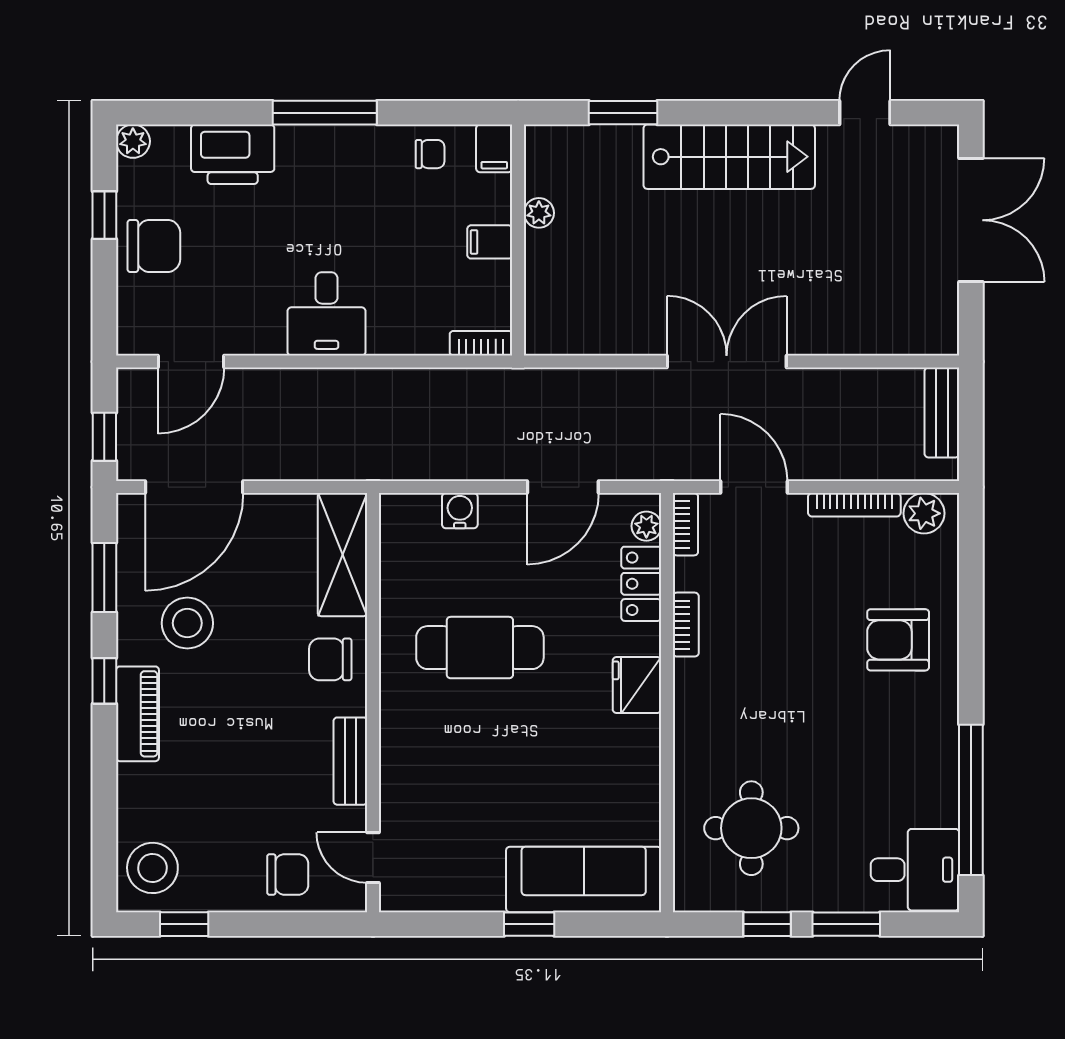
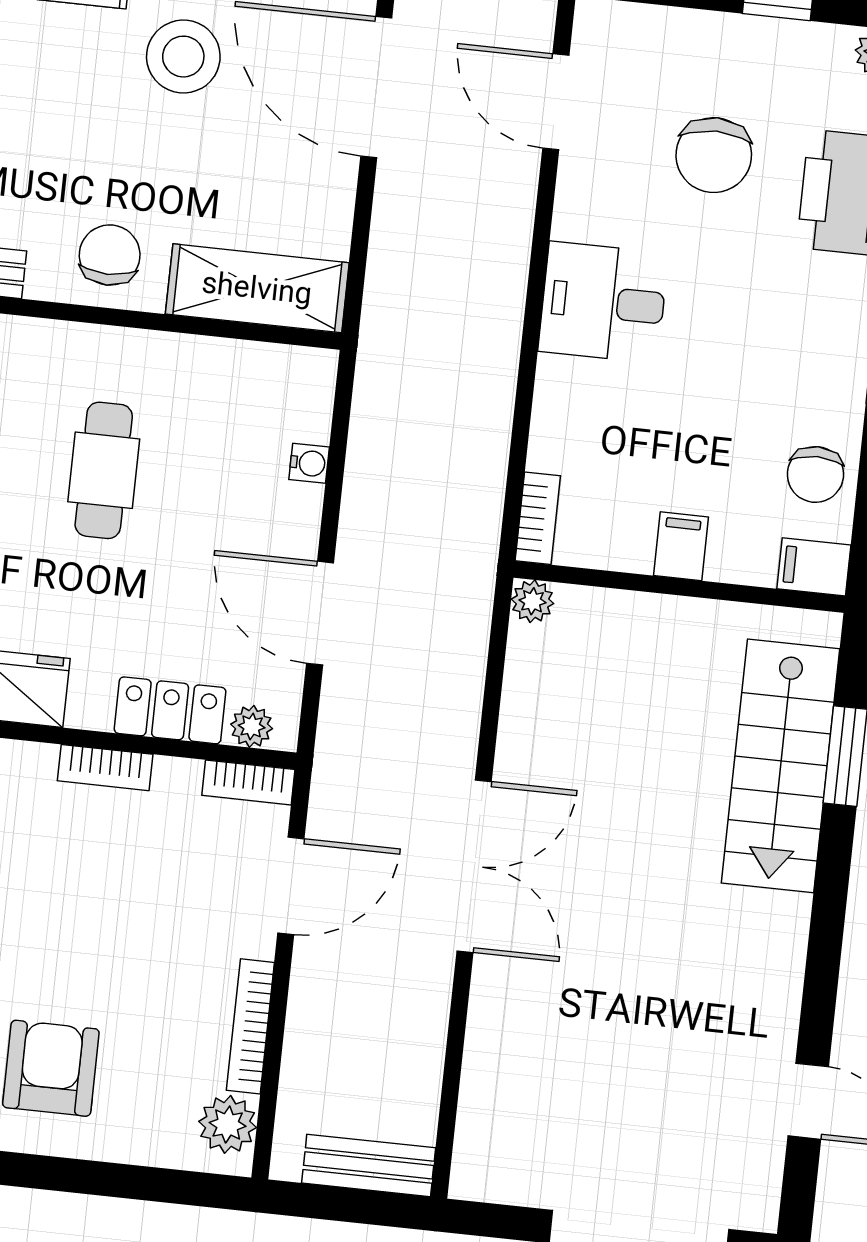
chair: (430, 154) -> (815, 474), width x1.37, depth x1.37
stairs: (729, 157) -> (781, 766), moved
plant: (539, 213) -> (532, 601), moved
chair: (154, 246) -> (714, 155), moved
water cooler: (460, 511) -> (309, 463), width x0.72, depth x0.72
cafe table: (480, 648) -> (104, 470), width x0.73, depth x0.74

